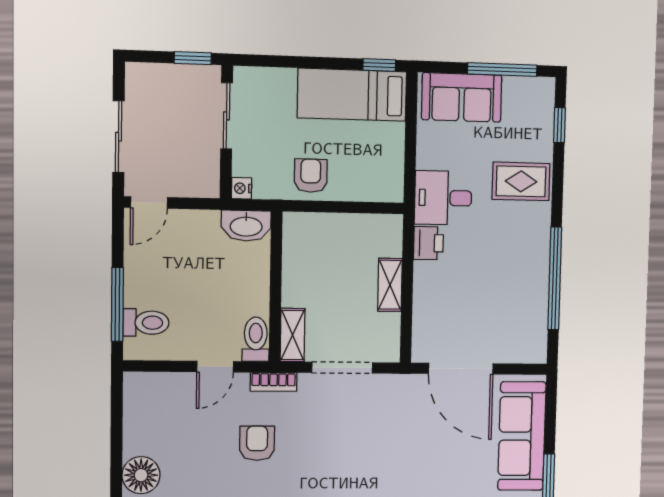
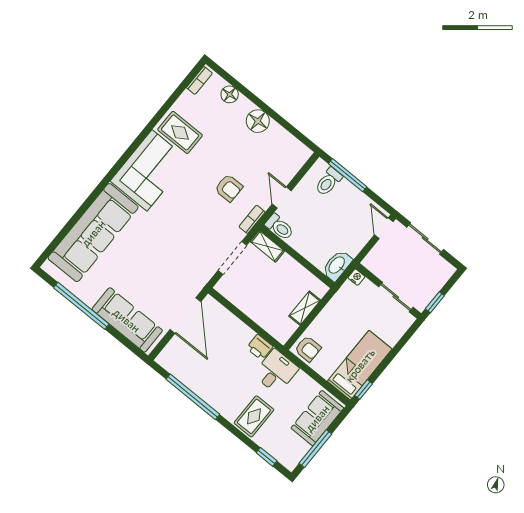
armchair: (311, 176) -> (308, 349), moved
shelving: (390, 285) -> (305, 308), moved, turned 90
door: (461, 369) -> (185, 316), swing flipped

